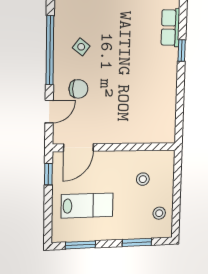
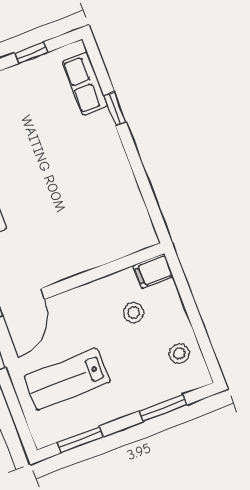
filing cabinet: (164, 158) -> (153, 271), added
lab bench: (87, 205) -> (67, 379), turned 180

